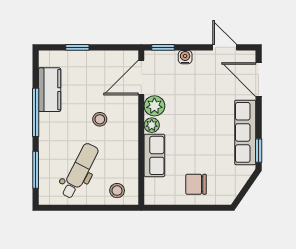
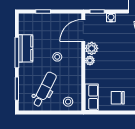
kitchen counter: (50, 90) -> (26, 48), moved
row of seats: (154, 155) -> (92, 97), moved

